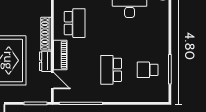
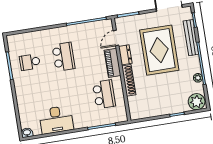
school desk: (75, 23) -> (104, 94), turned 180
school desk: (148, 70) -> (30, 62), turned 180
door: (52, 81) -> (116, 38), hinge flipped

